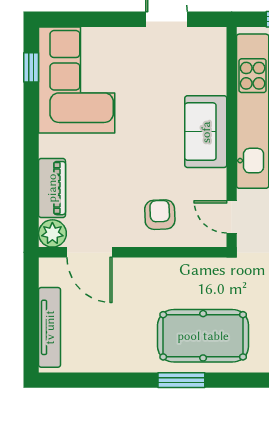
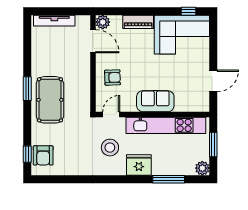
piano: (52, 188) -> (138, 22), moved
door: (89, 252) -> (93, 41), swing flipped

